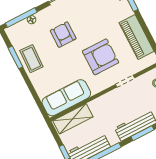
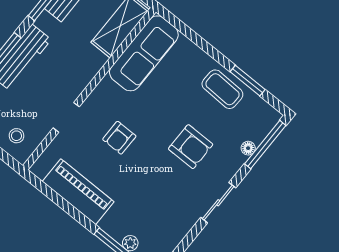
armchair: (101, 57) -> (119, 138), width x0.53, depth x0.53

